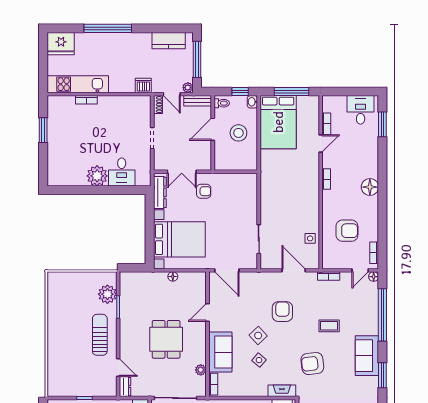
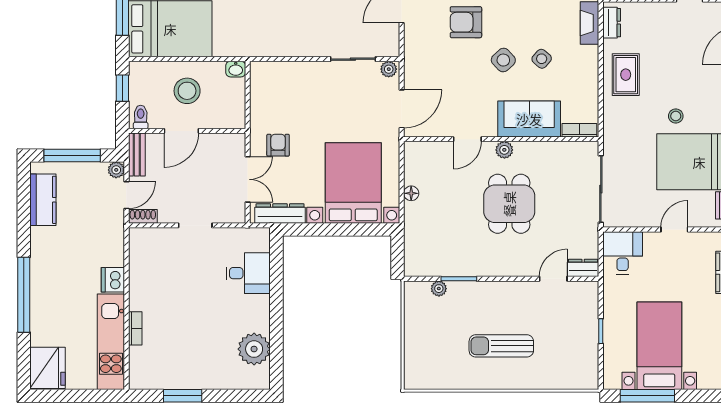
dishwasher: (143, 85) -> (113, 280), moved
washbasin: (252, 102) -> (236, 69), moved
door: (213, 129) -> (181, 131), hinge flipped
plant: (97, 176) -> (254, 349), moved
plant: (252, 262) -> (389, 69), added
plant: (107, 294) -> (439, 289), width x0.53, depth x0.53
door: (208, 312) -> (467, 139), hinge flipped
sun lounger: (100, 335) -> (501, 346), moved
dining table: (166, 339) -> (509, 204), turned 90
plant: (201, 370) -> (504, 150), moved

